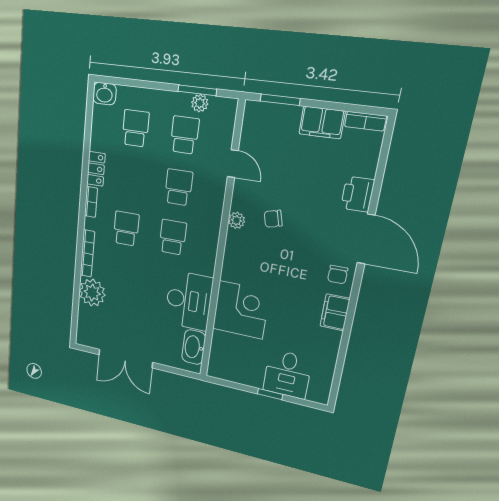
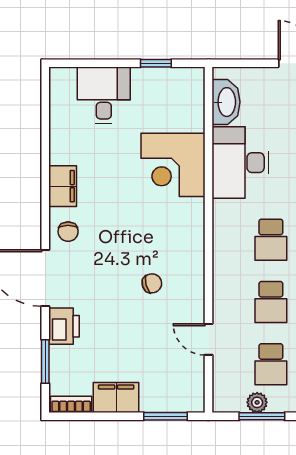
window: (382, 165) -> (45, 361), added
plant: (236, 220) -> (195, 274), removed
chair: (338, 275) -> (68, 232), turned 180
window: (270, 394) -> (156, 63), moved

